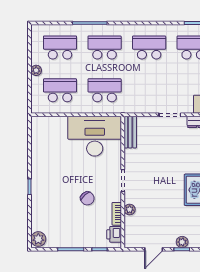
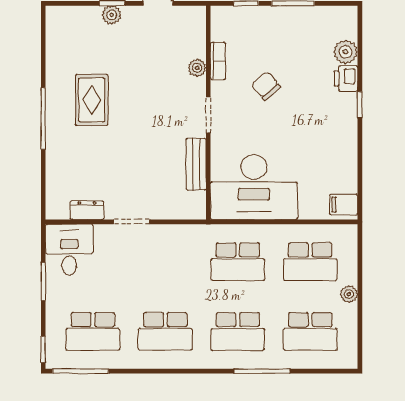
filing cabinet: (39, 125) -> (344, 205), added
bench: (130, 132) -> (196, 164), moved
printer: (114, 234) -> (346, 79), moved, turned 180
plant: (38, 239) -> (346, 52), moved

